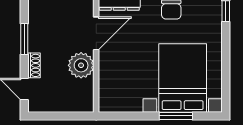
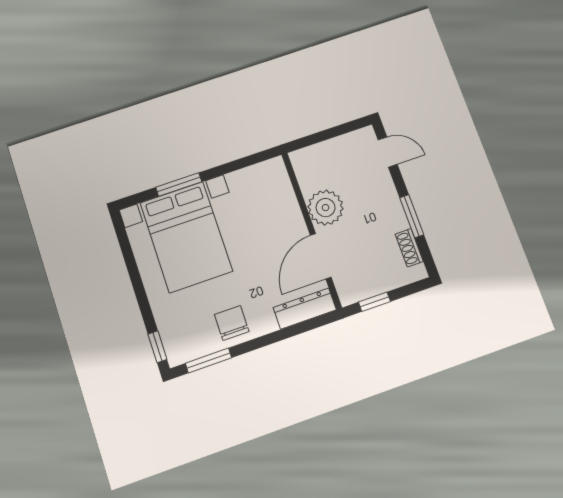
shoe rack: (34, 65) -> (409, 248), moved

